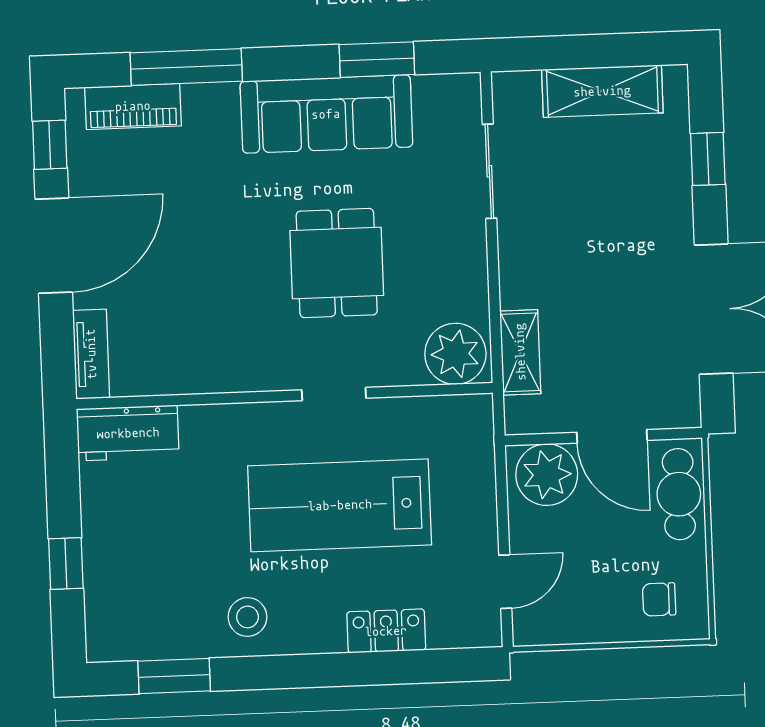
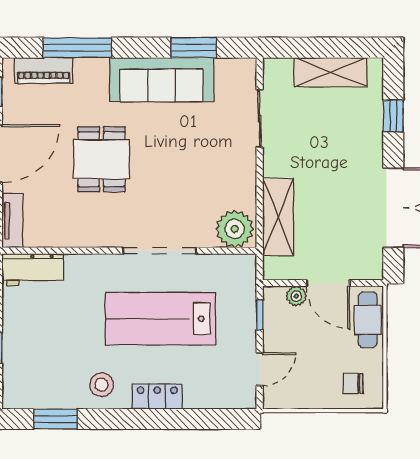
dining table: (337, 263) -> (101, 159), moved
shelving: (520, 352) -> (278, 217), width x1.50, depth x1.33
doorway: (334, 394) -> (159, 251), width x1.87
plant: (547, 475) -> (296, 296), width x0.53, depth x0.53
window: (502, 493) -> (260, 315), added
locker: (386, 631) -> (157, 396), moved

